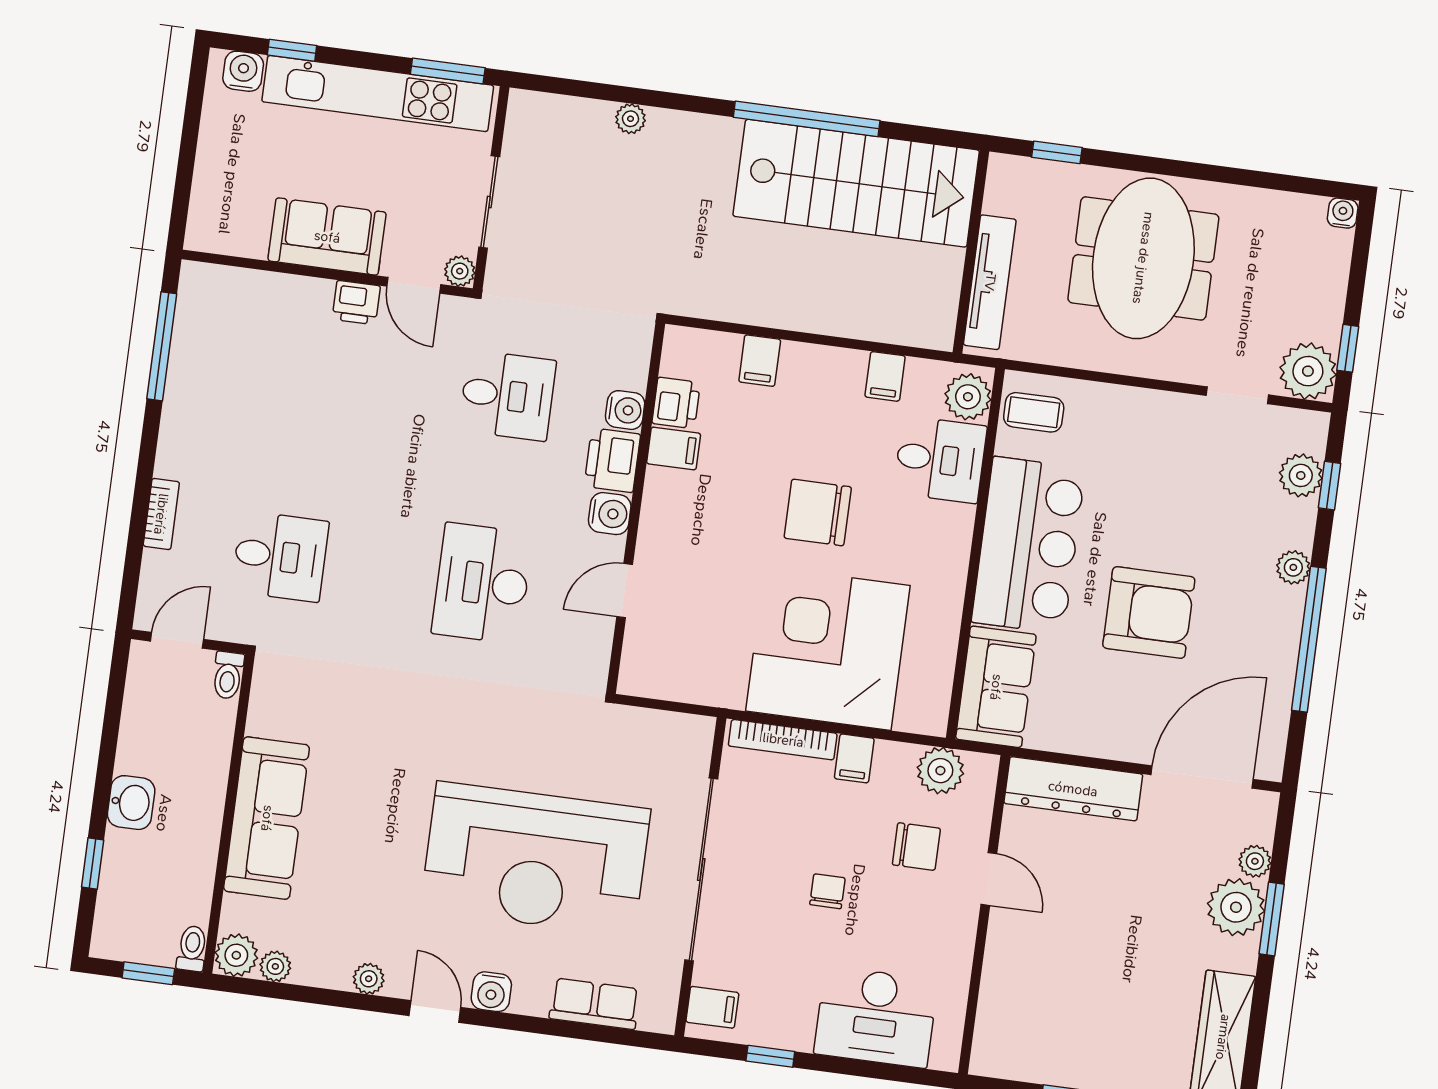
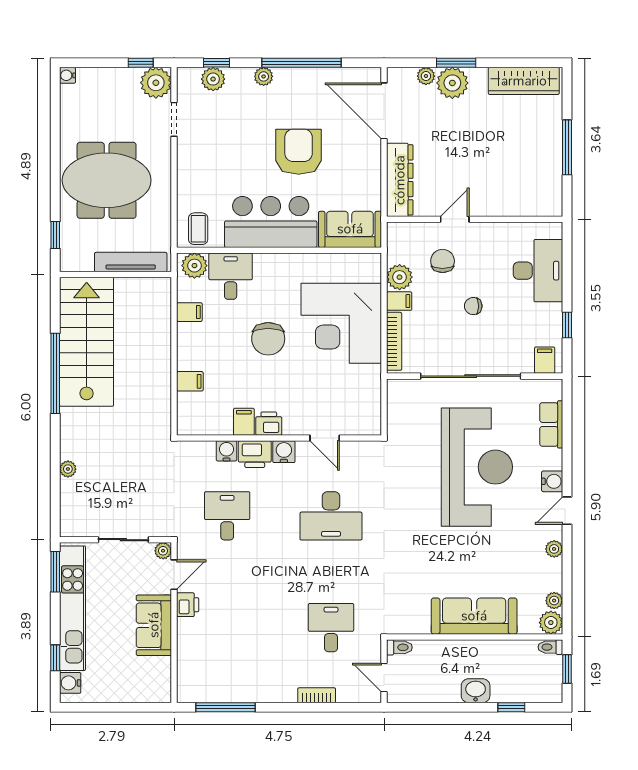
printer: (676, 403) -> (269, 424), moved
plant: (940, 771) -> (400, 277), moved

